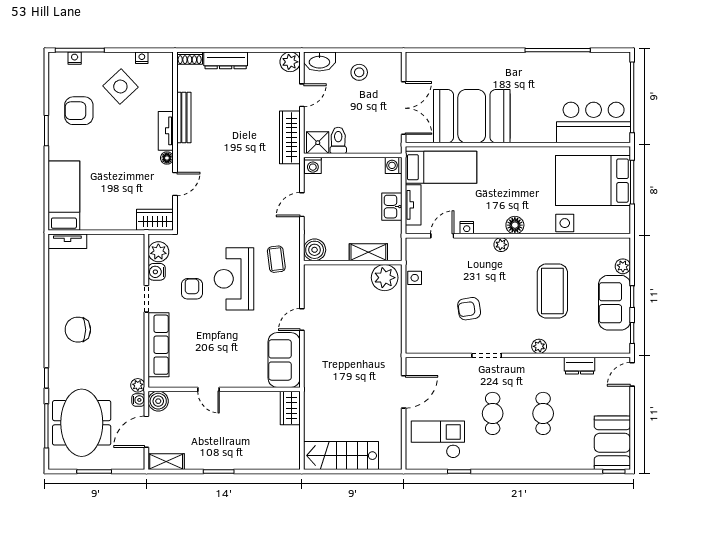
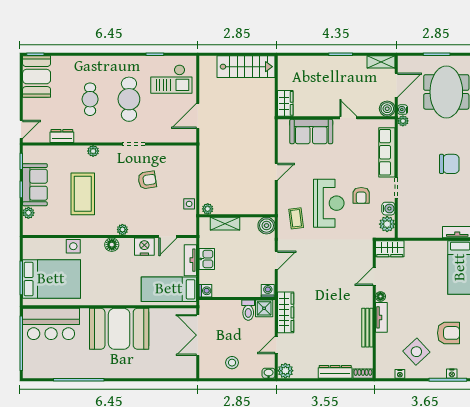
washbasin: (319, 62) -> (269, 373), width x0.52, depth x0.69
booth: (472, 116) -> (119, 329), moved
nightstand: (467, 228) -> (144, 247), width x1.89, depth x1.79
plant: (385, 278) -> (208, 209), width x0.53, depth x0.53
sofa: (284, 360) -> (311, 131), moved, turned 90
cafe table: (493, 413) -> (129, 99), width x1.37, depth x1.35

